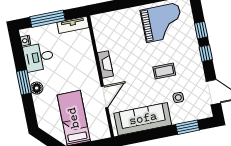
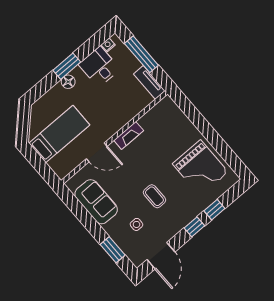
sofa: (143, 119) -> (96, 202), width x0.73

